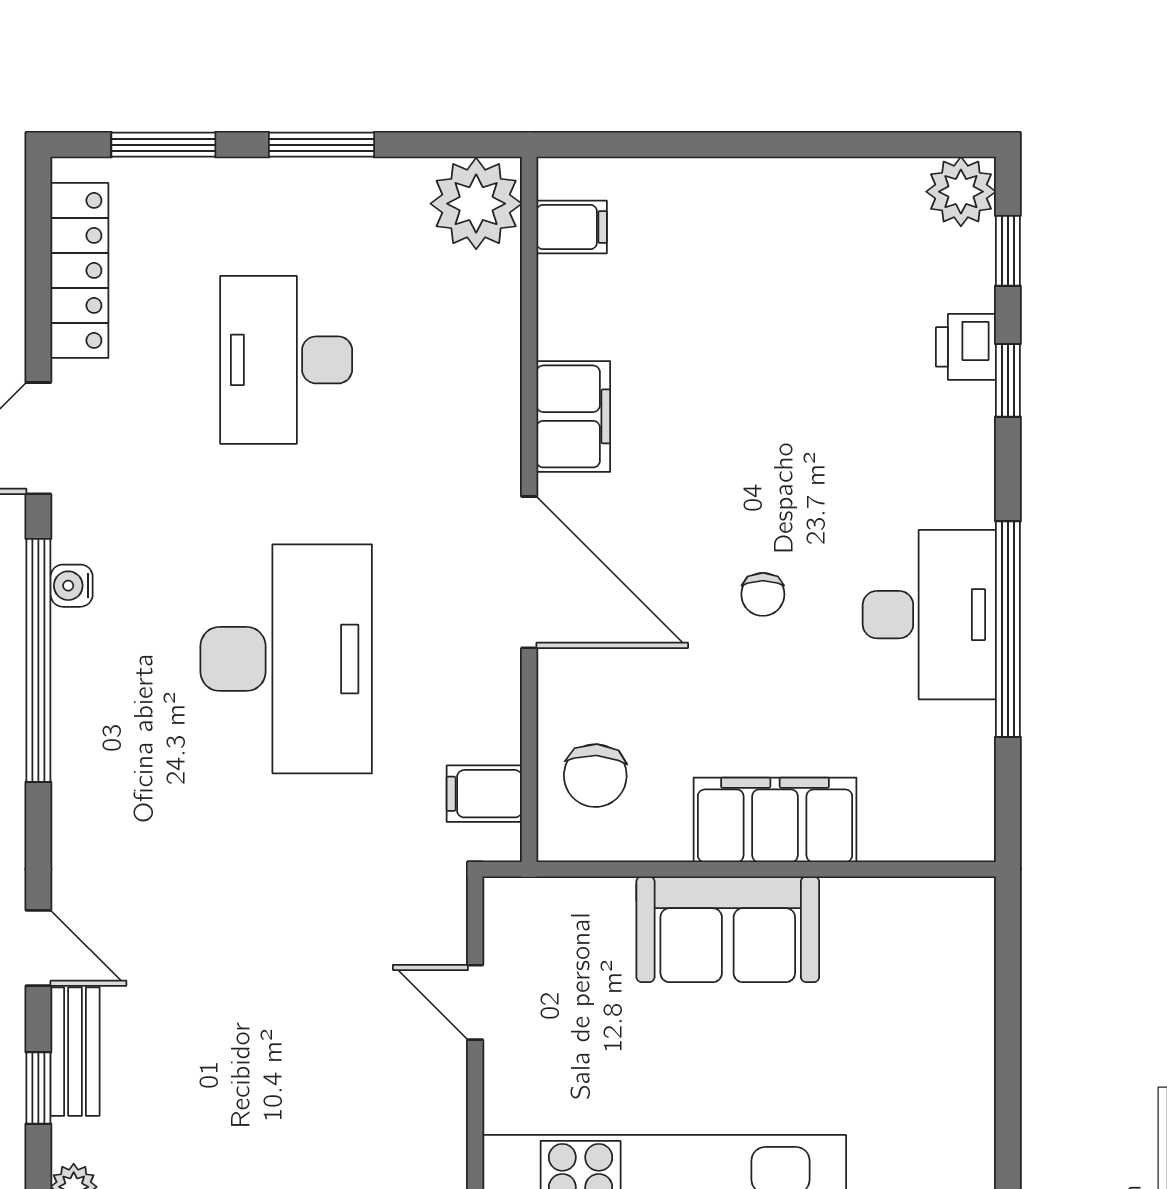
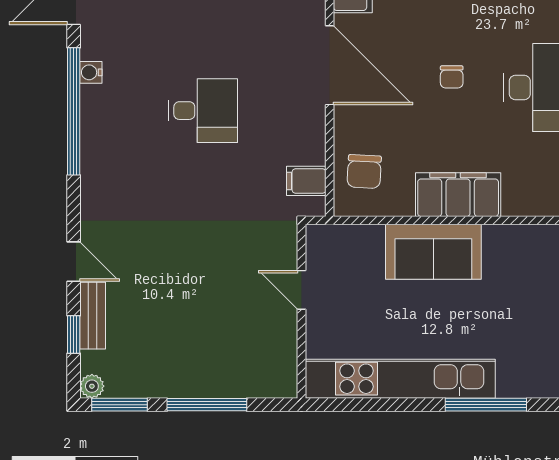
desk: (286, 659) -> (203, 111), width x0.53, depth x0.77

